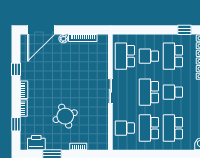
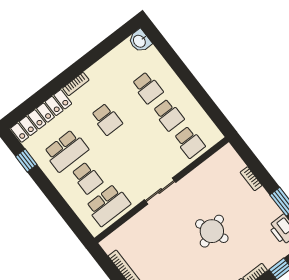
school desk: (149, 92) -> (128, 146), removed
round table: (65, 116) -> (212, 231), moved
school desk: (149, 128) -> (168, 115), width x0.54
school desk: (173, 128) -> (147, 88), width x0.54

